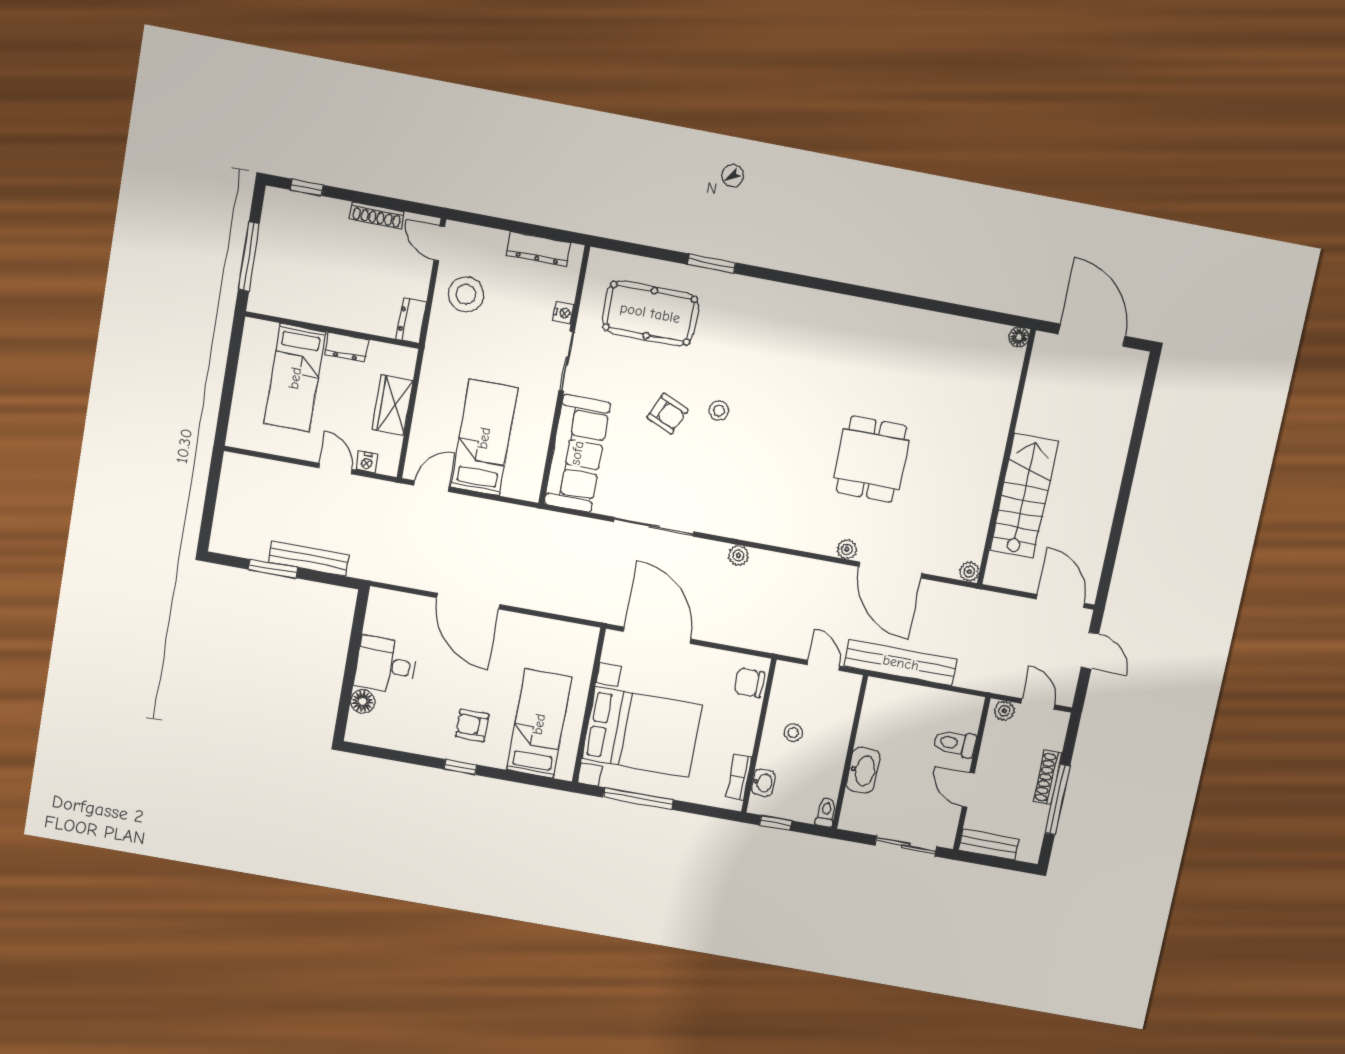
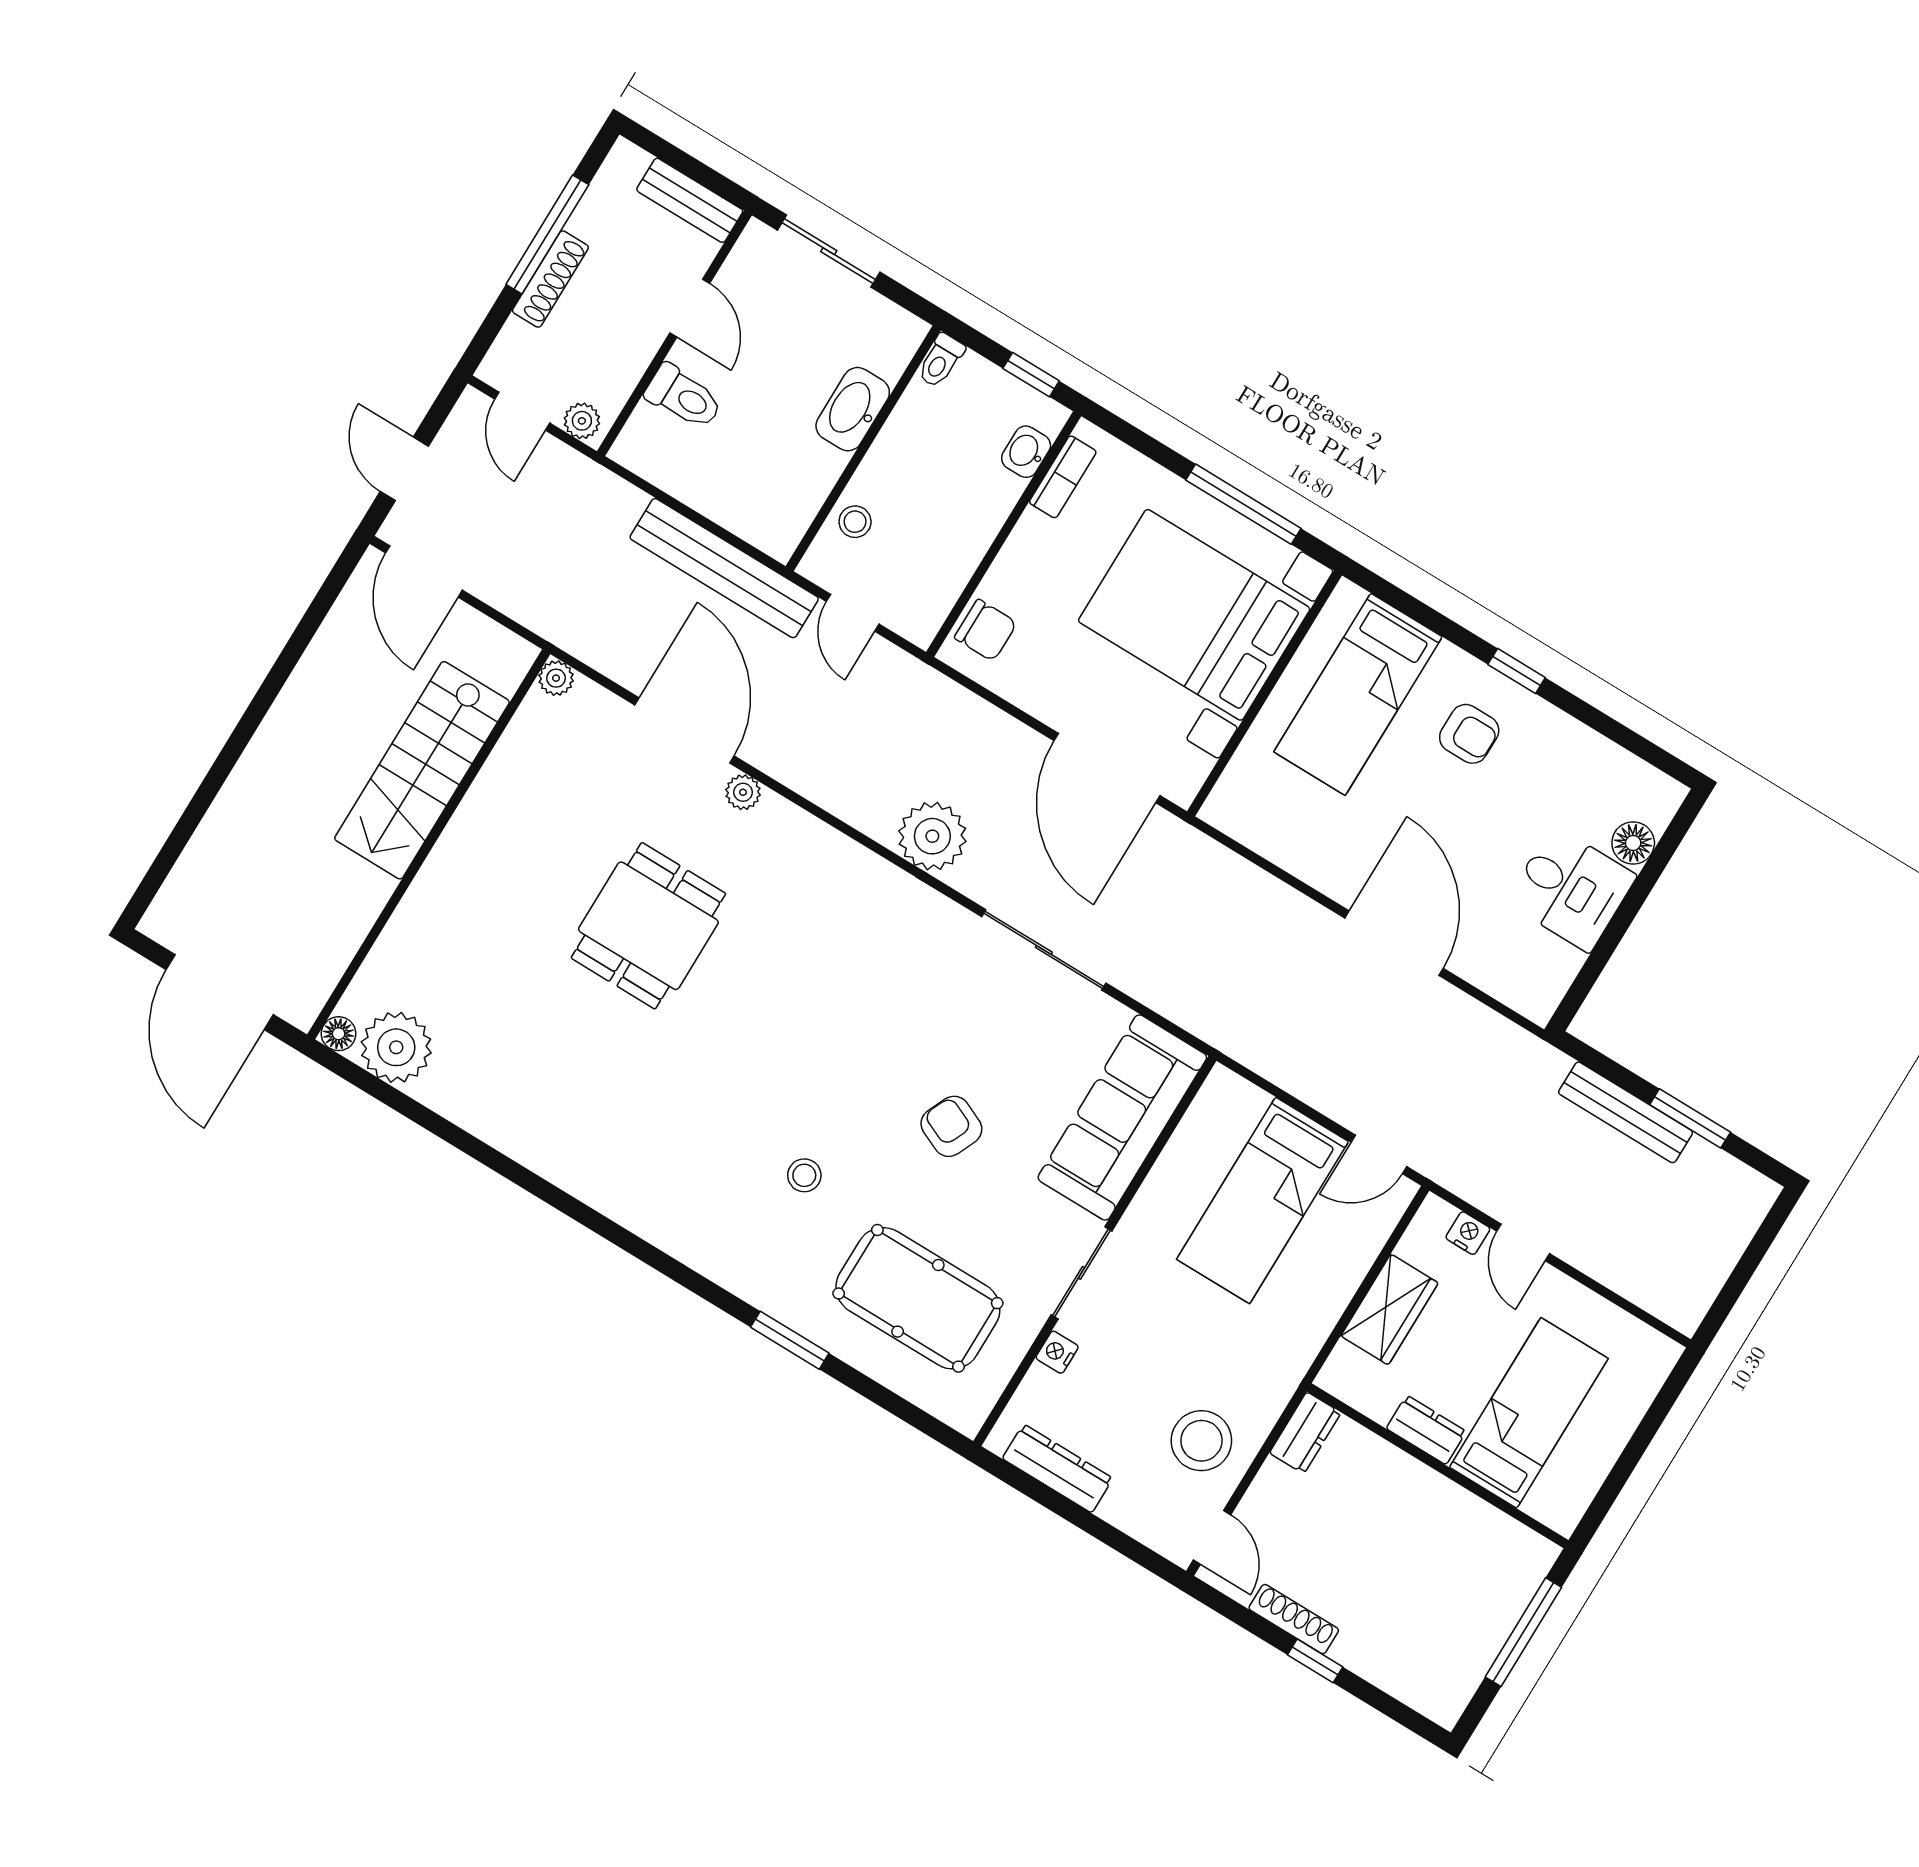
window: (307, 187) -> (1315, 1661), moved
plant: (985, 342) -> (396, 1047), added
stool: (719, 411) -> (804, 1175), moved
plant: (738, 555) -> (932, 836), width x1.88, depth x1.88
stool: (793, 733) -> (855, 522), moved

